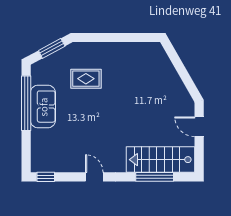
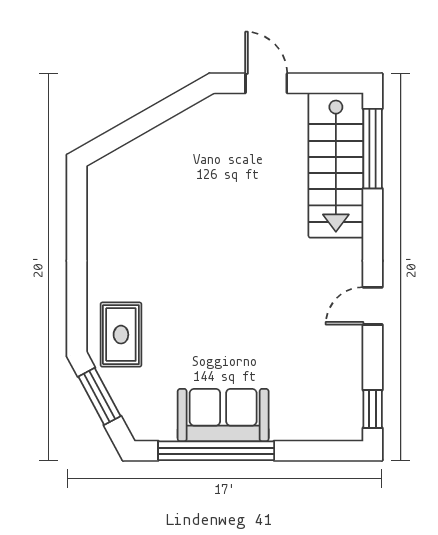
rug: (86, 79) -> (121, 335), moved
door: (199, 127) -> (266, 83), swing flipped
window: (155, 177) -> (373, 149), moved

